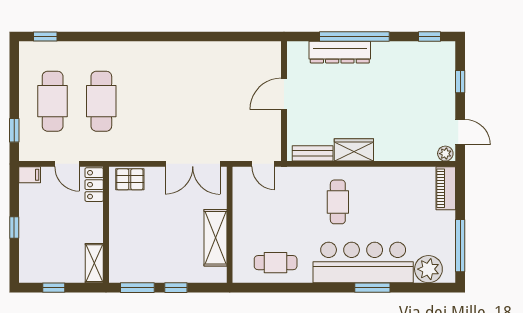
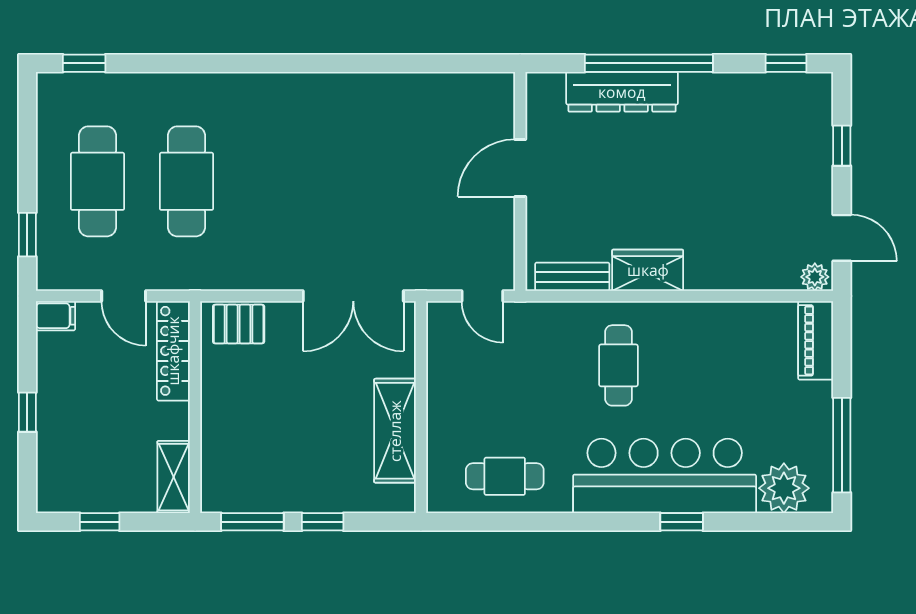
locker: (94, 185) -> (173, 351), width x1.53
window: (372, 288) -> (682, 522), width x0.67

